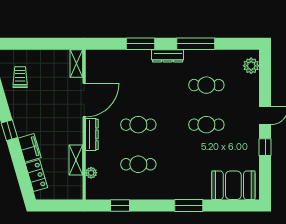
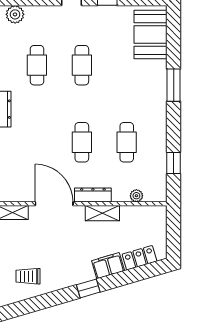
shelving: (76, 160) -> (102, 213), moved

